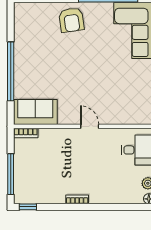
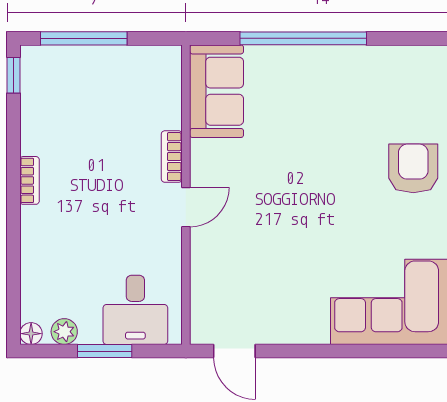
armchair: (71, 20) -> (413, 168), turned 98
bookcase: (26, 133) -> (172, 157), moved

